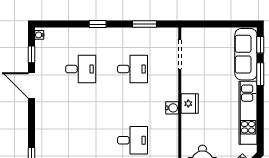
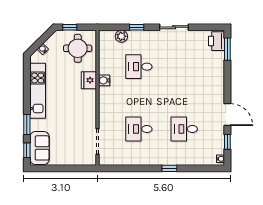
window: (145, 24) -> (128, 168), removed
sofa: (246, 54) -> (40, 148), width x0.73
fridge: (190, 104) -> (89, 80), moved
water cooler: (172, 108) -> (104, 80), moved

